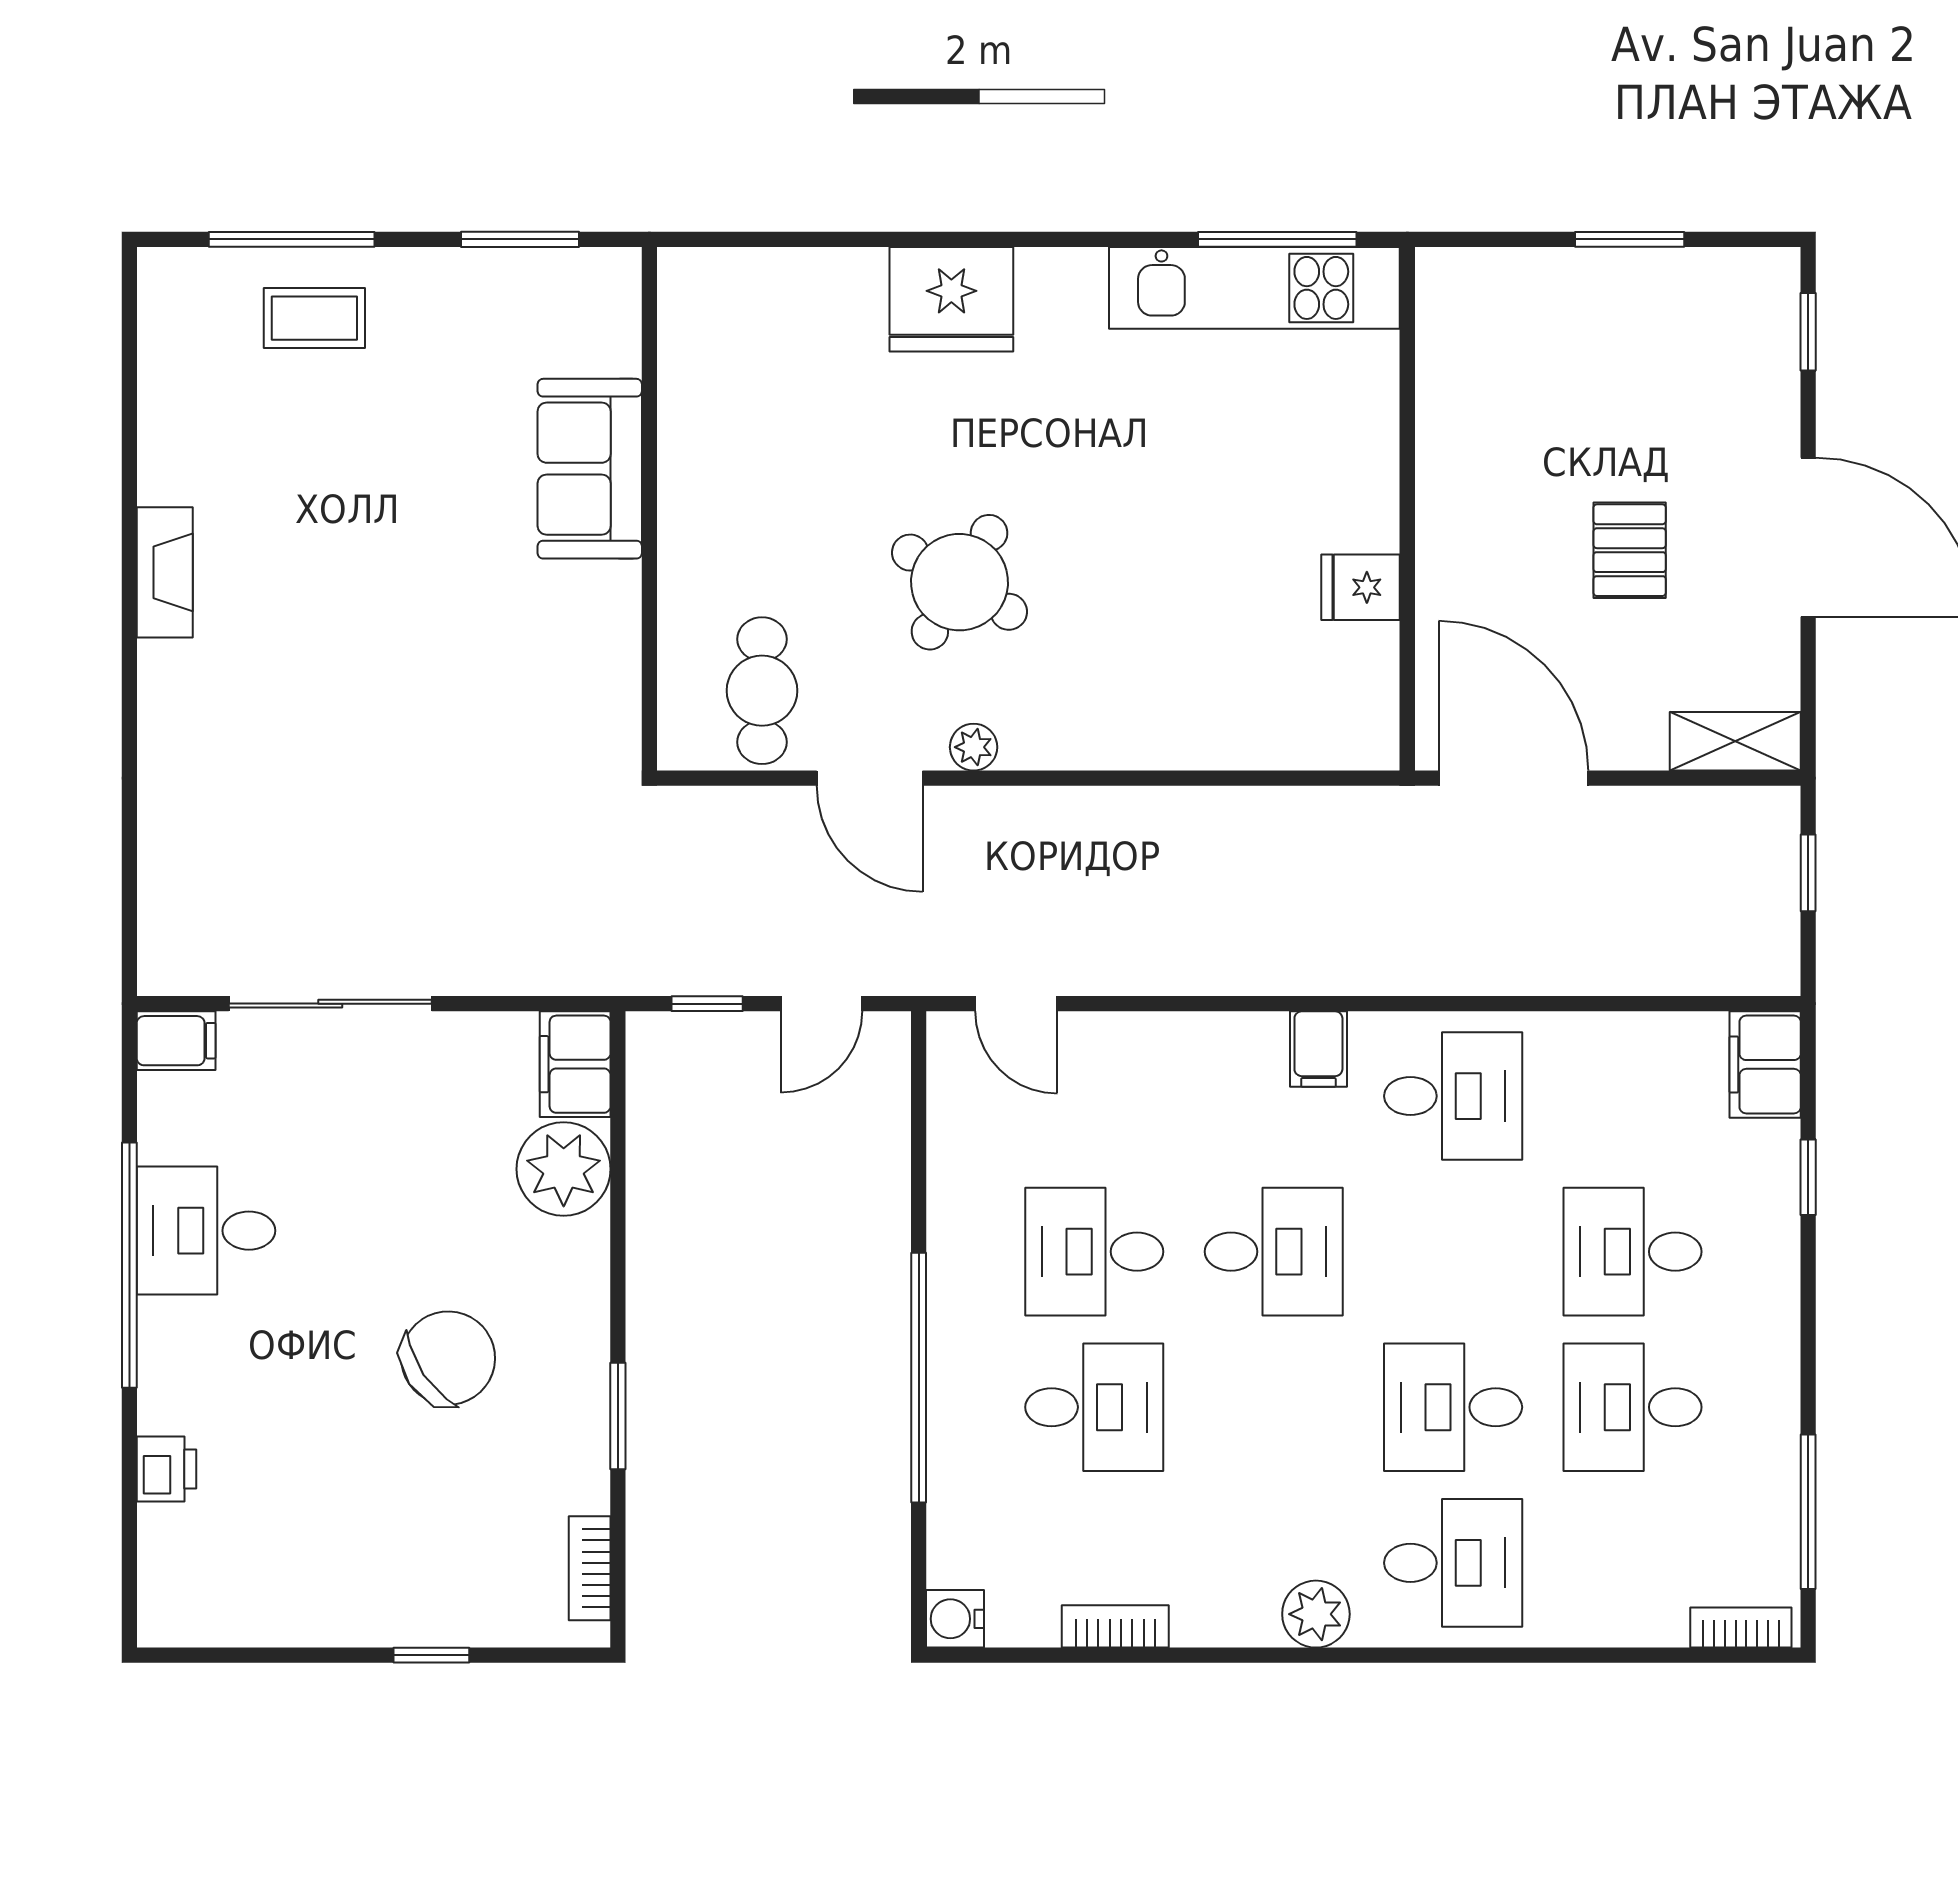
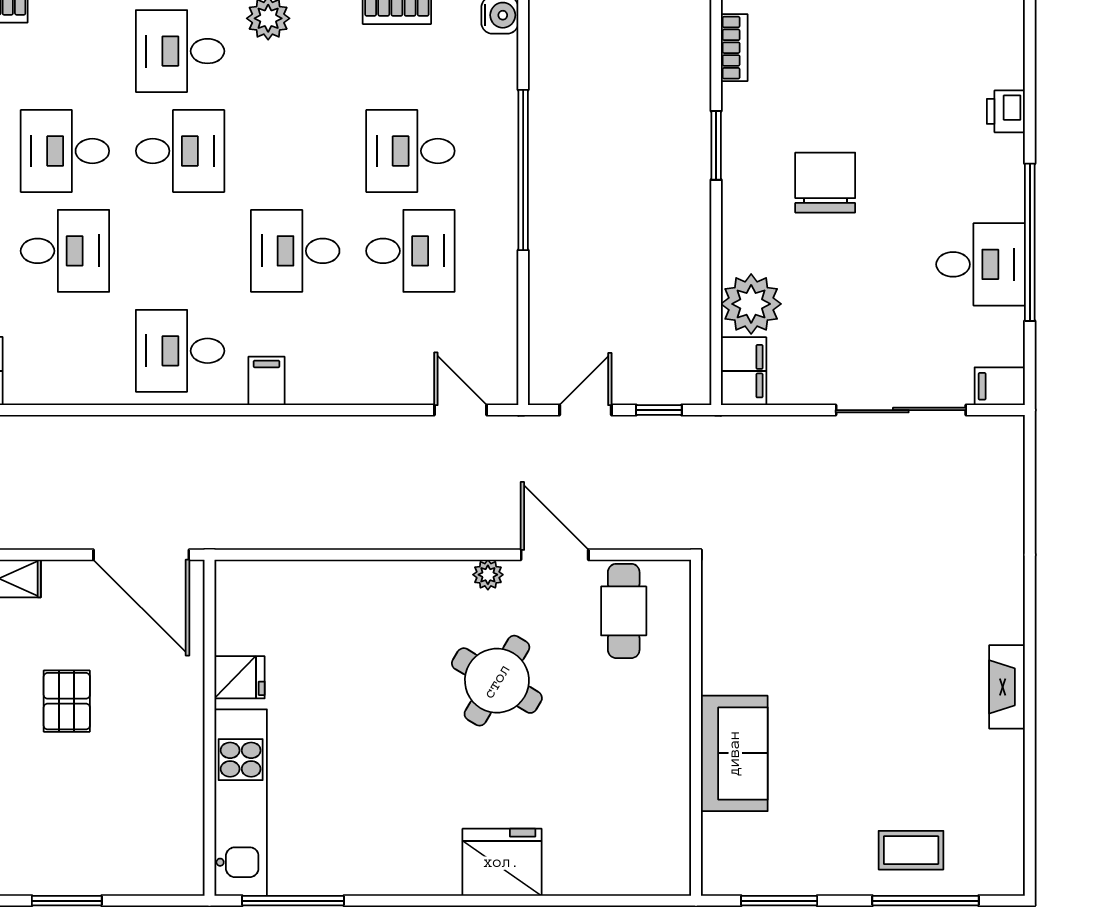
kitchen unit: (1254, 288) -> (241, 803), moved, turned 90
chair: (448, 1358) -> (825, 183), turned 124
desk: (1633, 1407) -> (65, 151), turned 180

